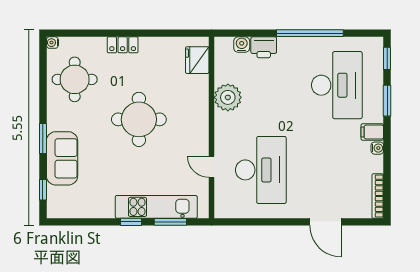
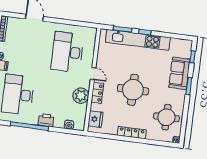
locker: (123, 45) -> (132, 133), width x1.53
printer: (264, 47) -> (46, 120), moved
locker: (200, 106) -> (97, 93), added
door: (211, 167) -> (93, 74), moved
kitchen unit: (156, 207) -> (138, 40), width x1.36

